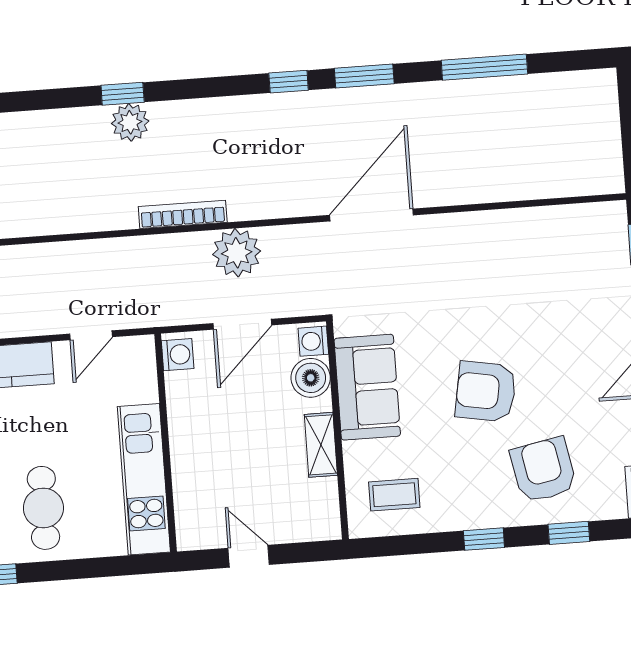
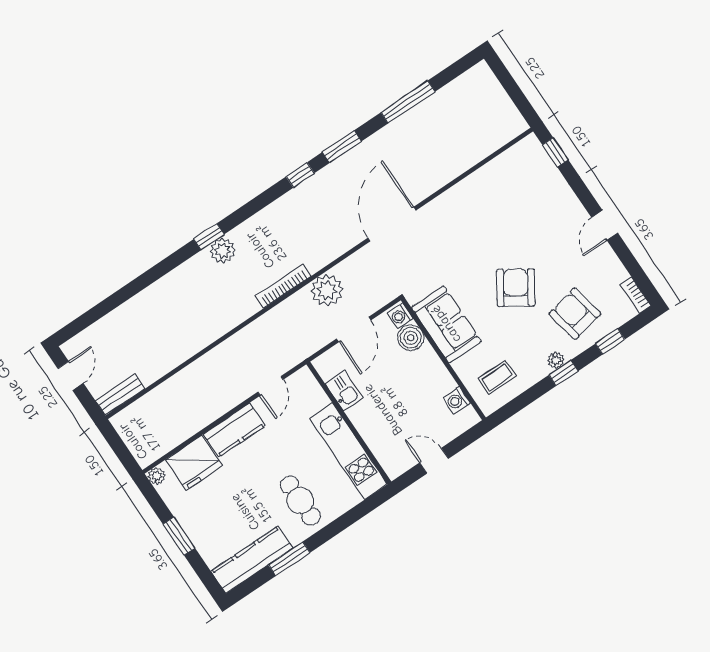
washing machine: (178, 355) -> (457, 400), moved, turned 180
armchair: (486, 391) -> (516, 288), turned 113
kitchen sink: (184, 397) -> (344, 391), added
shelving: (321, 445) -> (439, 373), removed
plant: (484, 516) -> (556, 360), added

